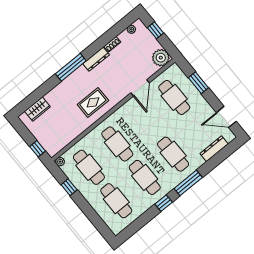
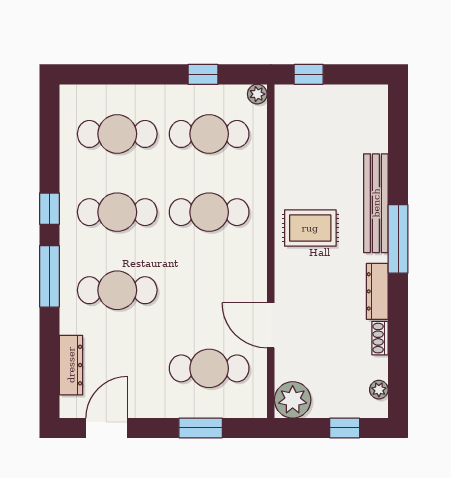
bench: (64, 86) -> (376, 203), added
rug: (93, 102) -> (310, 228), turned 90
wardrobe: (37, 109) -> (374, 128), removed

